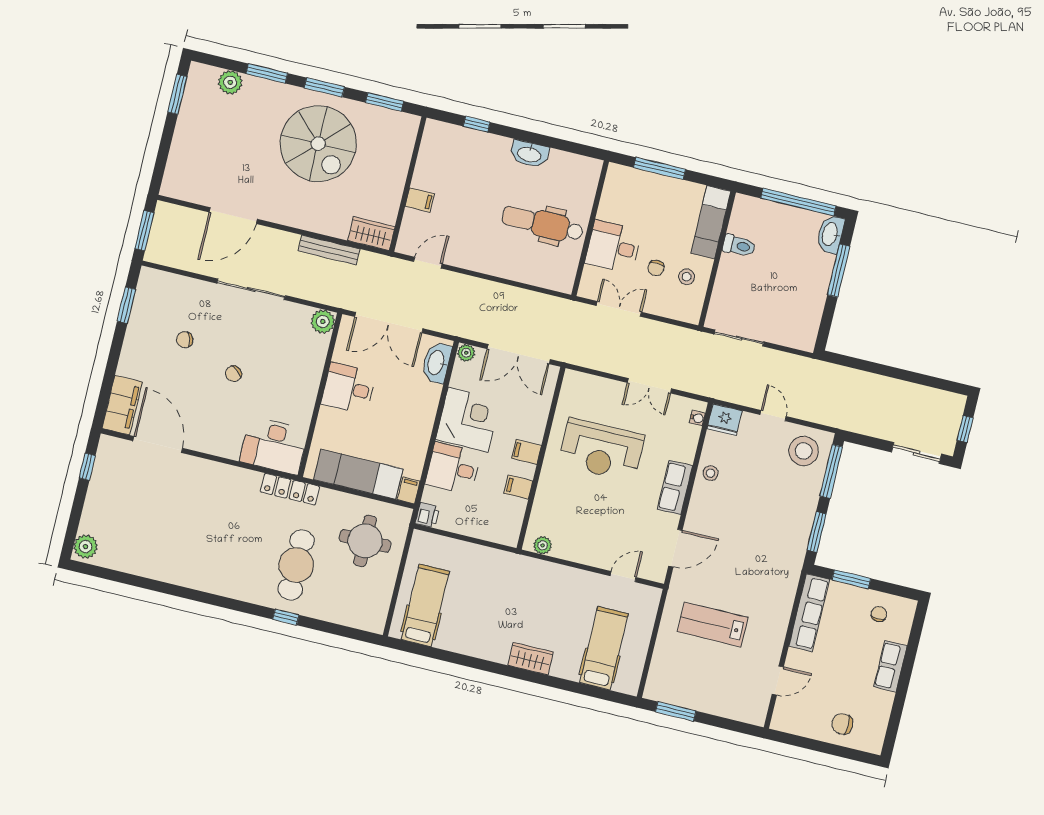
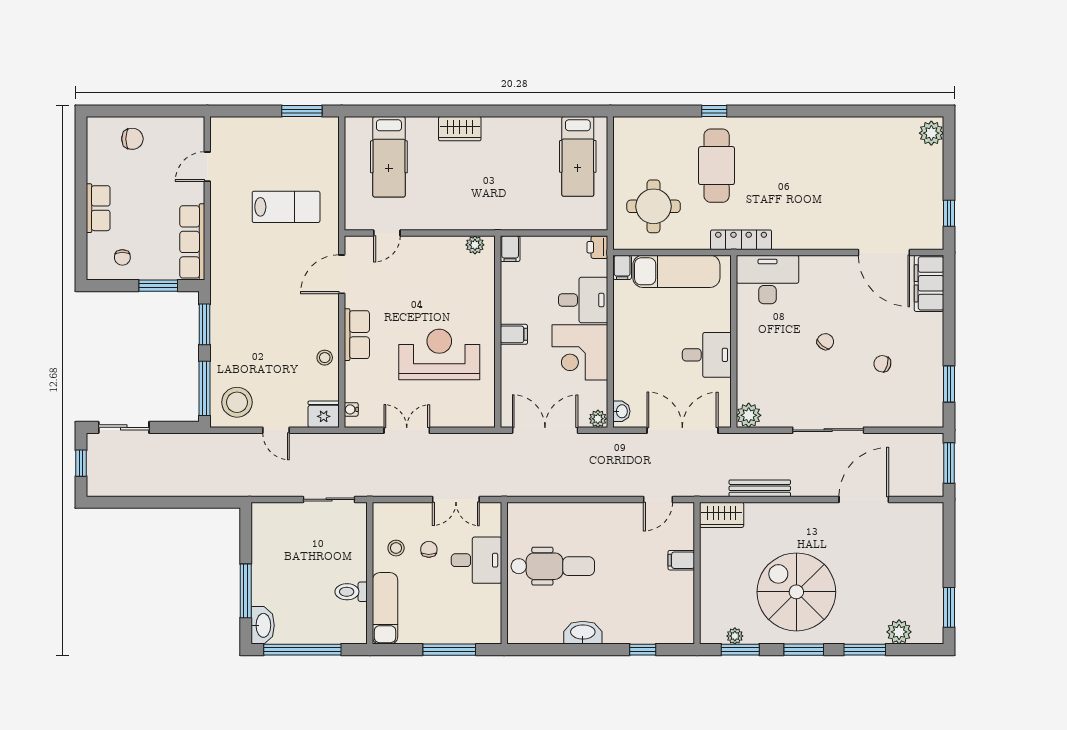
plant: (386, 116) -> (735, 636), added
chair: (185, 340) -> (882, 364), turned -145
washbasin: (437, 363) -> (621, 411), width x0.52, depth x0.69
filing cabinet: (518, 487) -> (510, 249), moved, turned 90

